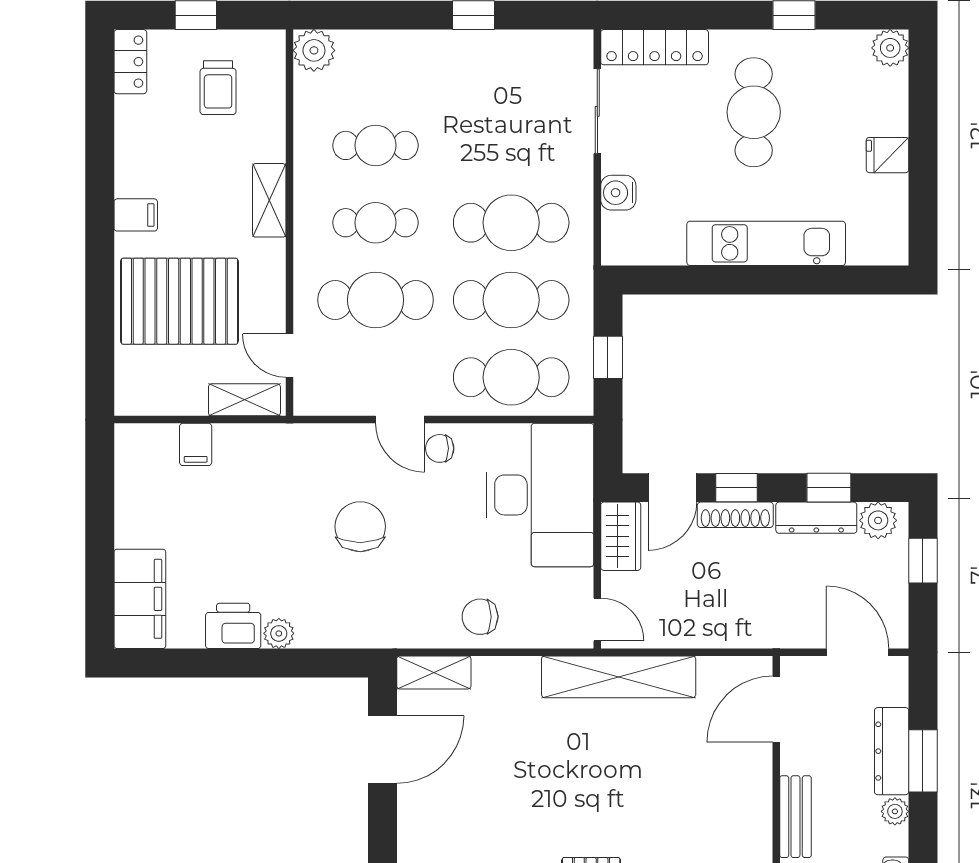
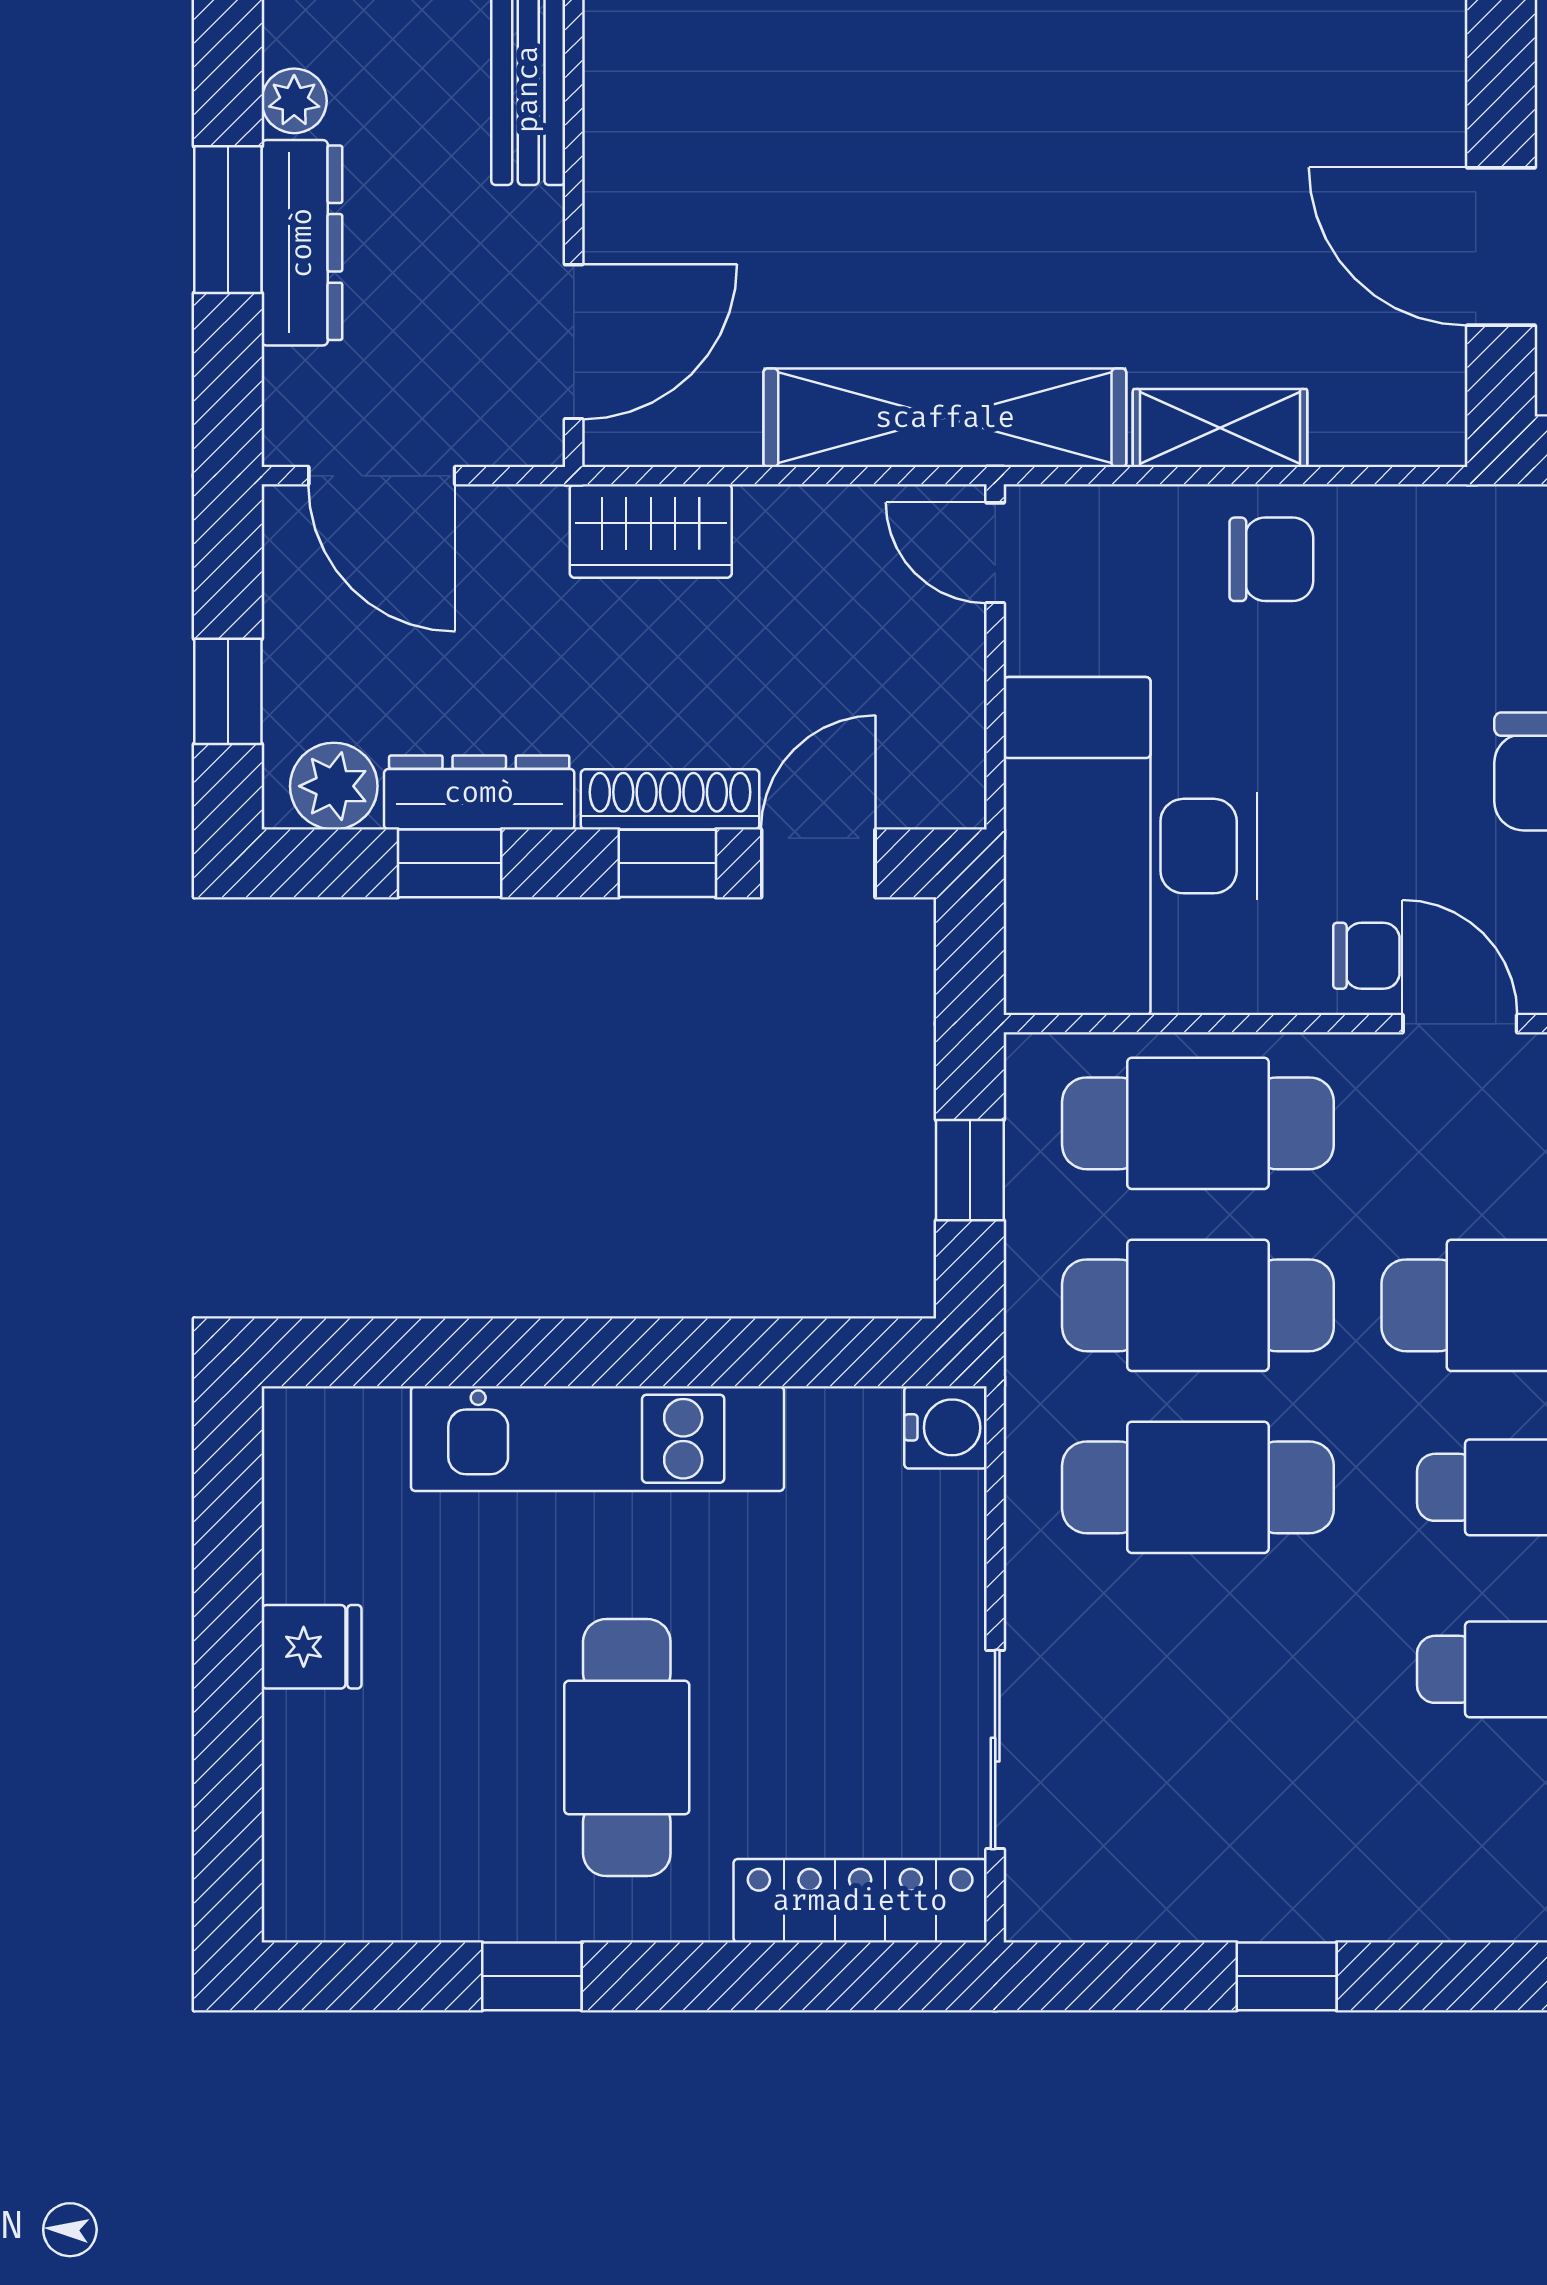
plant: (890, 48) -> (305, 1899), removed
water cooler: (618, 193) -> (946, 1427), moved
wardrobe: (621, 536) -> (651, 531), moved, turned -90
shelving: (434, 672) -> (1220, 428), moved
door: (382, 750) -> (1501, 246), hinge flipped

